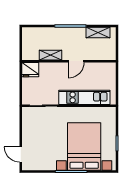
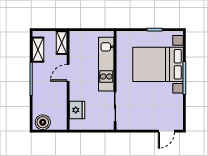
boiler: (29, 37) -> (43, 122), added
shelving: (50, 55) -> (62, 43), moved
door: (76, 61) -> (68, 73), swing flipped
fridge: (30, 70) -> (77, 110), moved

